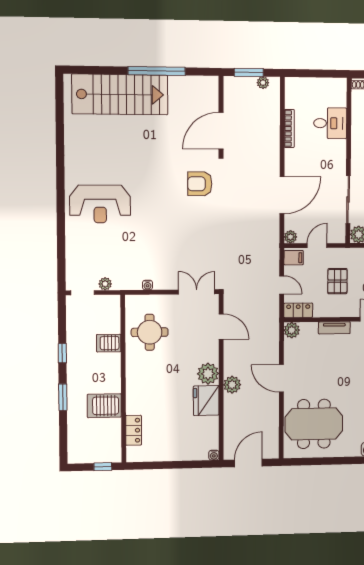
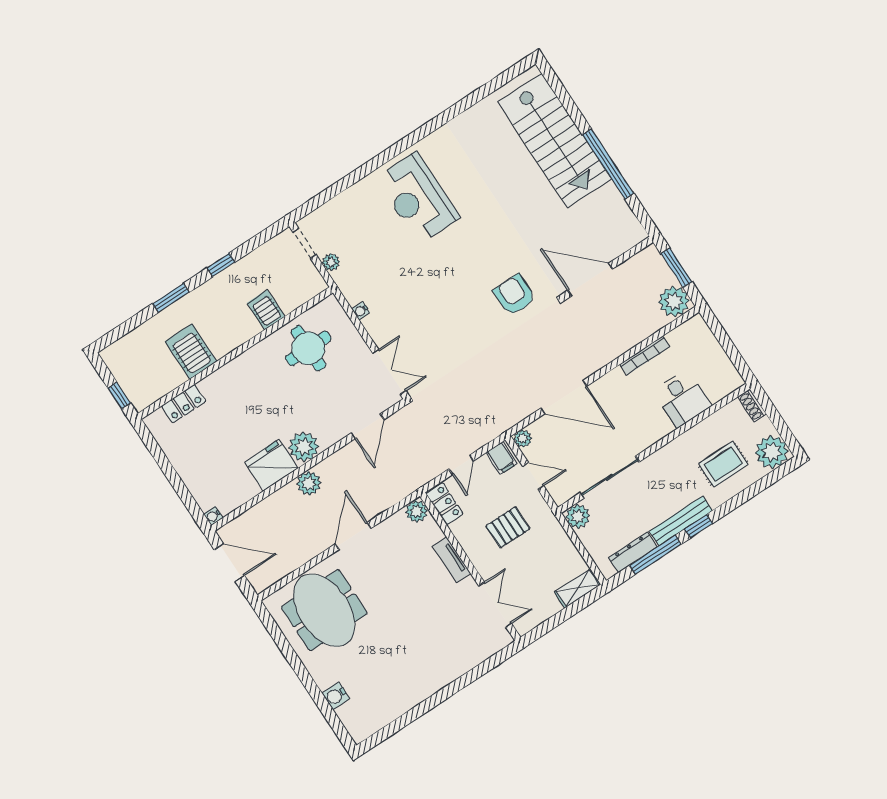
plant: (263, 83) -> (674, 301), width x1.87, depth x1.87

